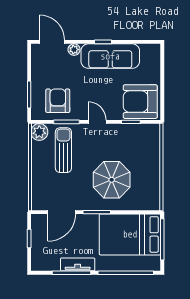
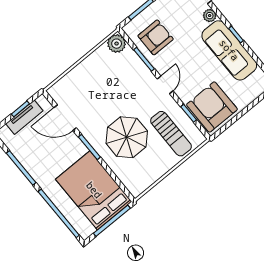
sun lounger: (63, 150) -> (171, 134), moved, turned 90
tv unit: (78, 264) -> (24, 117), moved, turned 90

